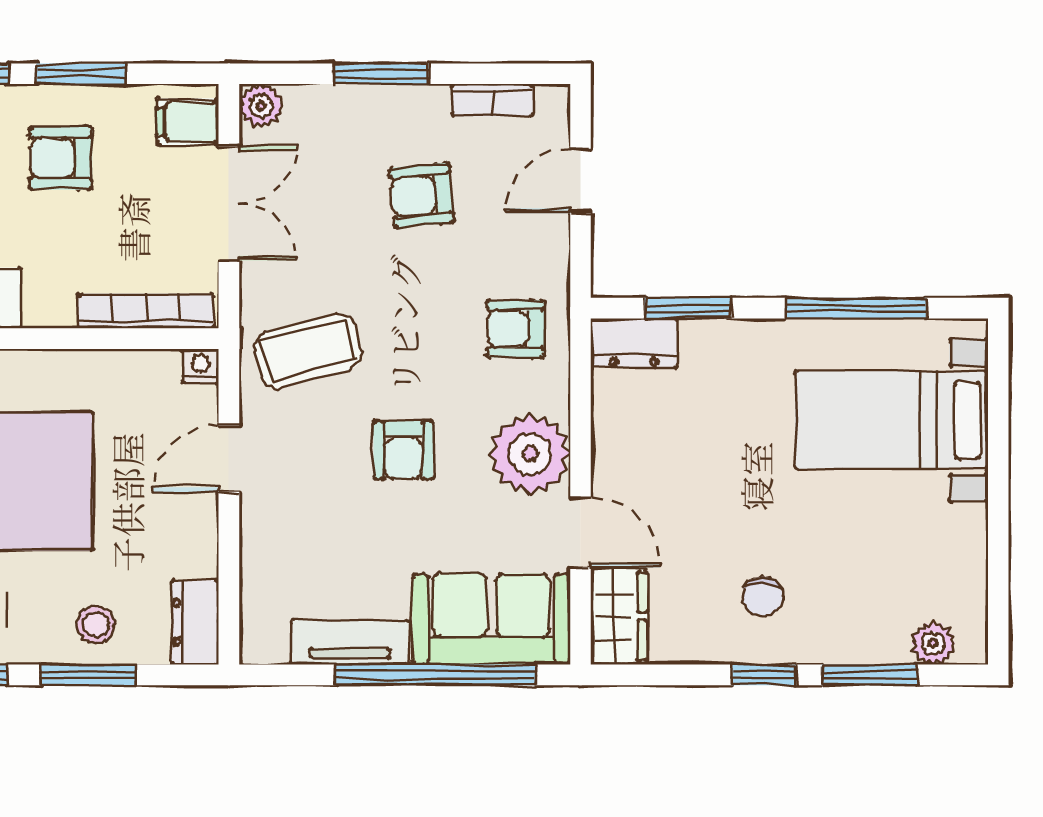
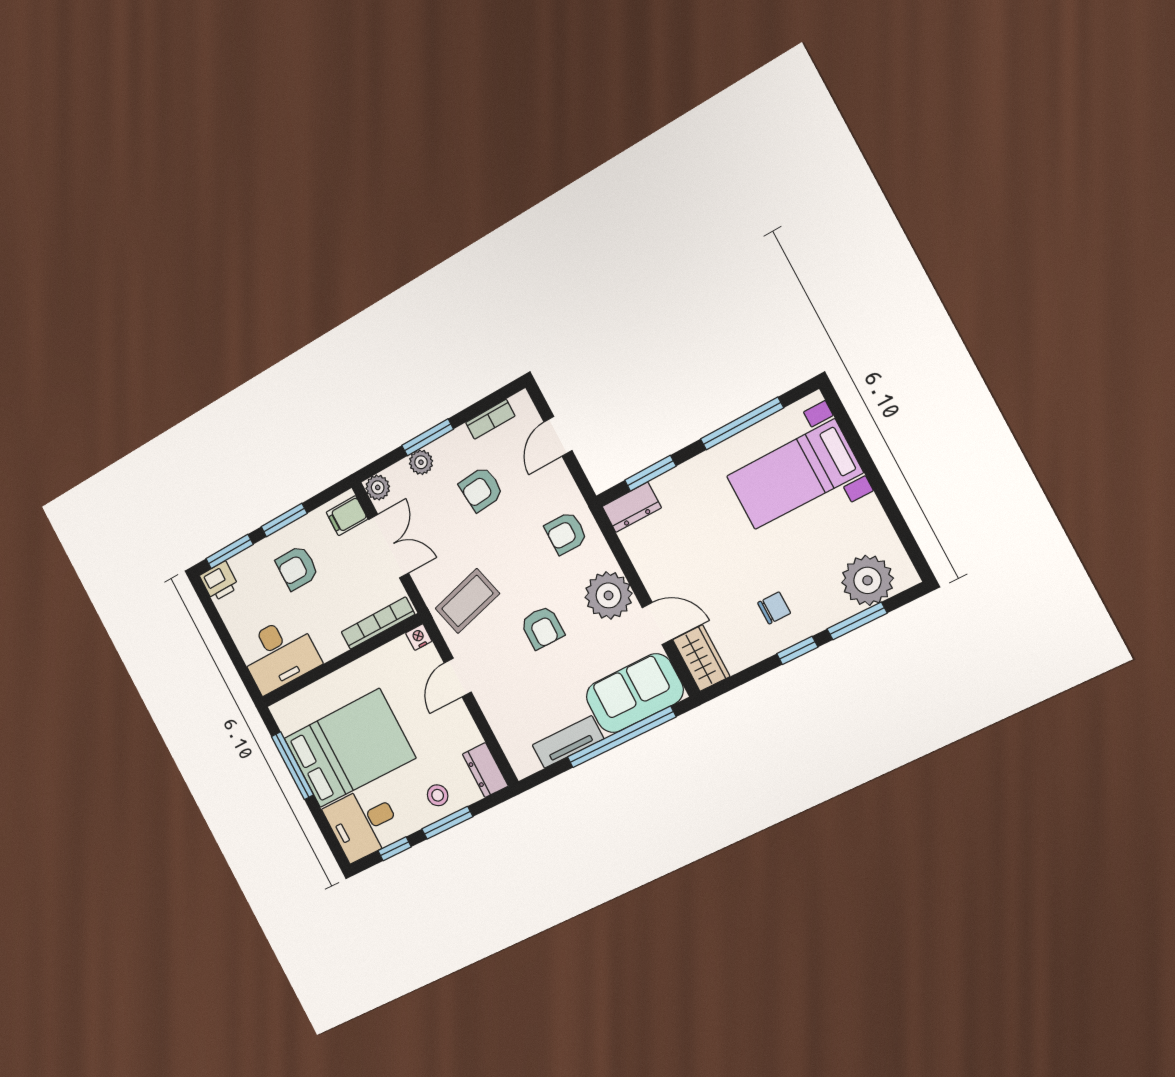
plant: (350, 105) -> (421, 462), added
chair: (763, 597) -> (774, 608), turned -90
plant: (933, 643) -> (867, 580), width x1.88, depth x1.88

